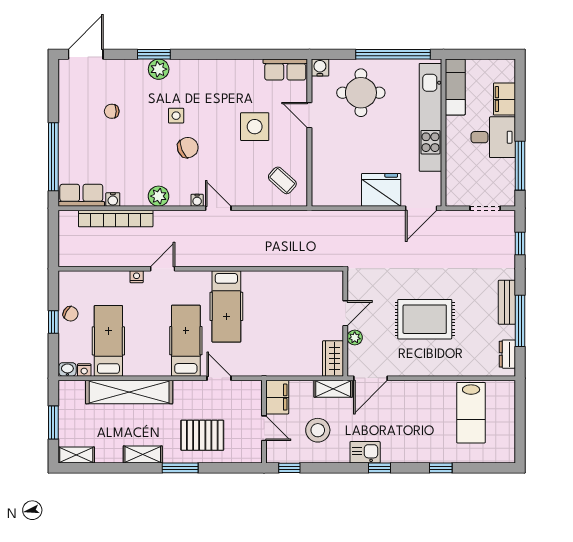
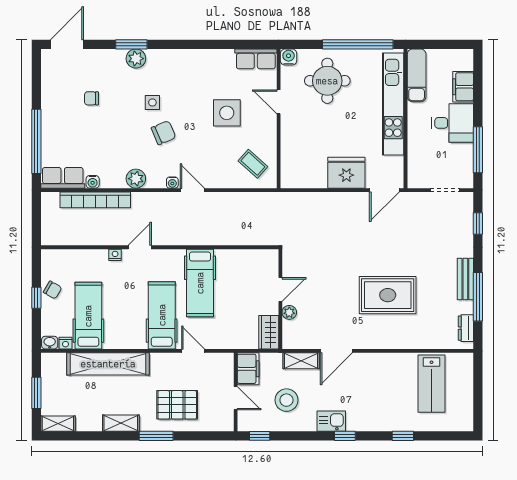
door: (345, 313) -> (280, 289), moved
wall: (345, 323) -> (280, 299), moved
plant: (355, 338) -> (289, 312), moved
wardrobe: (333, 359) -> (269, 332), moved

